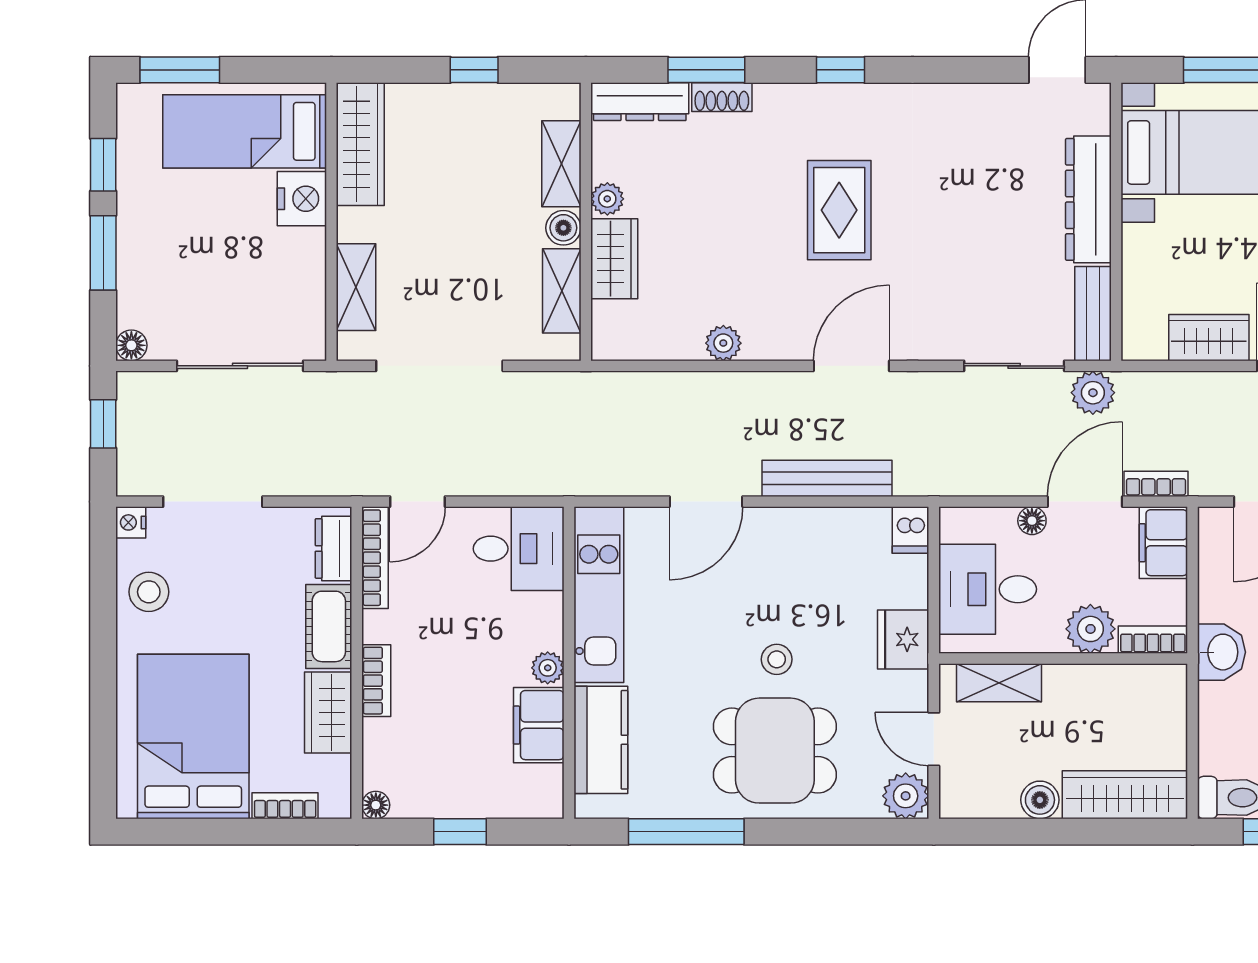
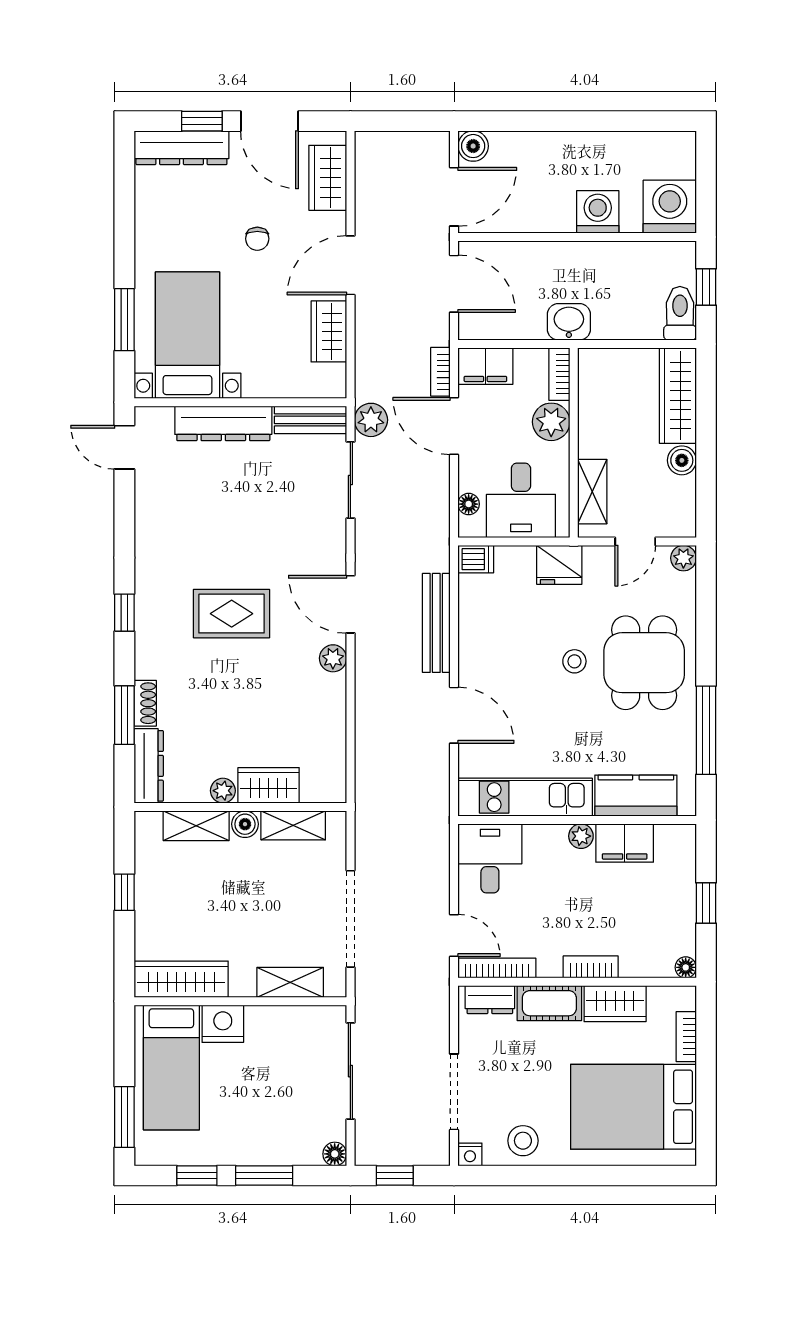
plant: (723, 343) -> (333, 658), moved
floor lamp: (1032, 521) -> (469, 504), moved
plant: (906, 796) -> (683, 558), width x0.73, depth x0.73

